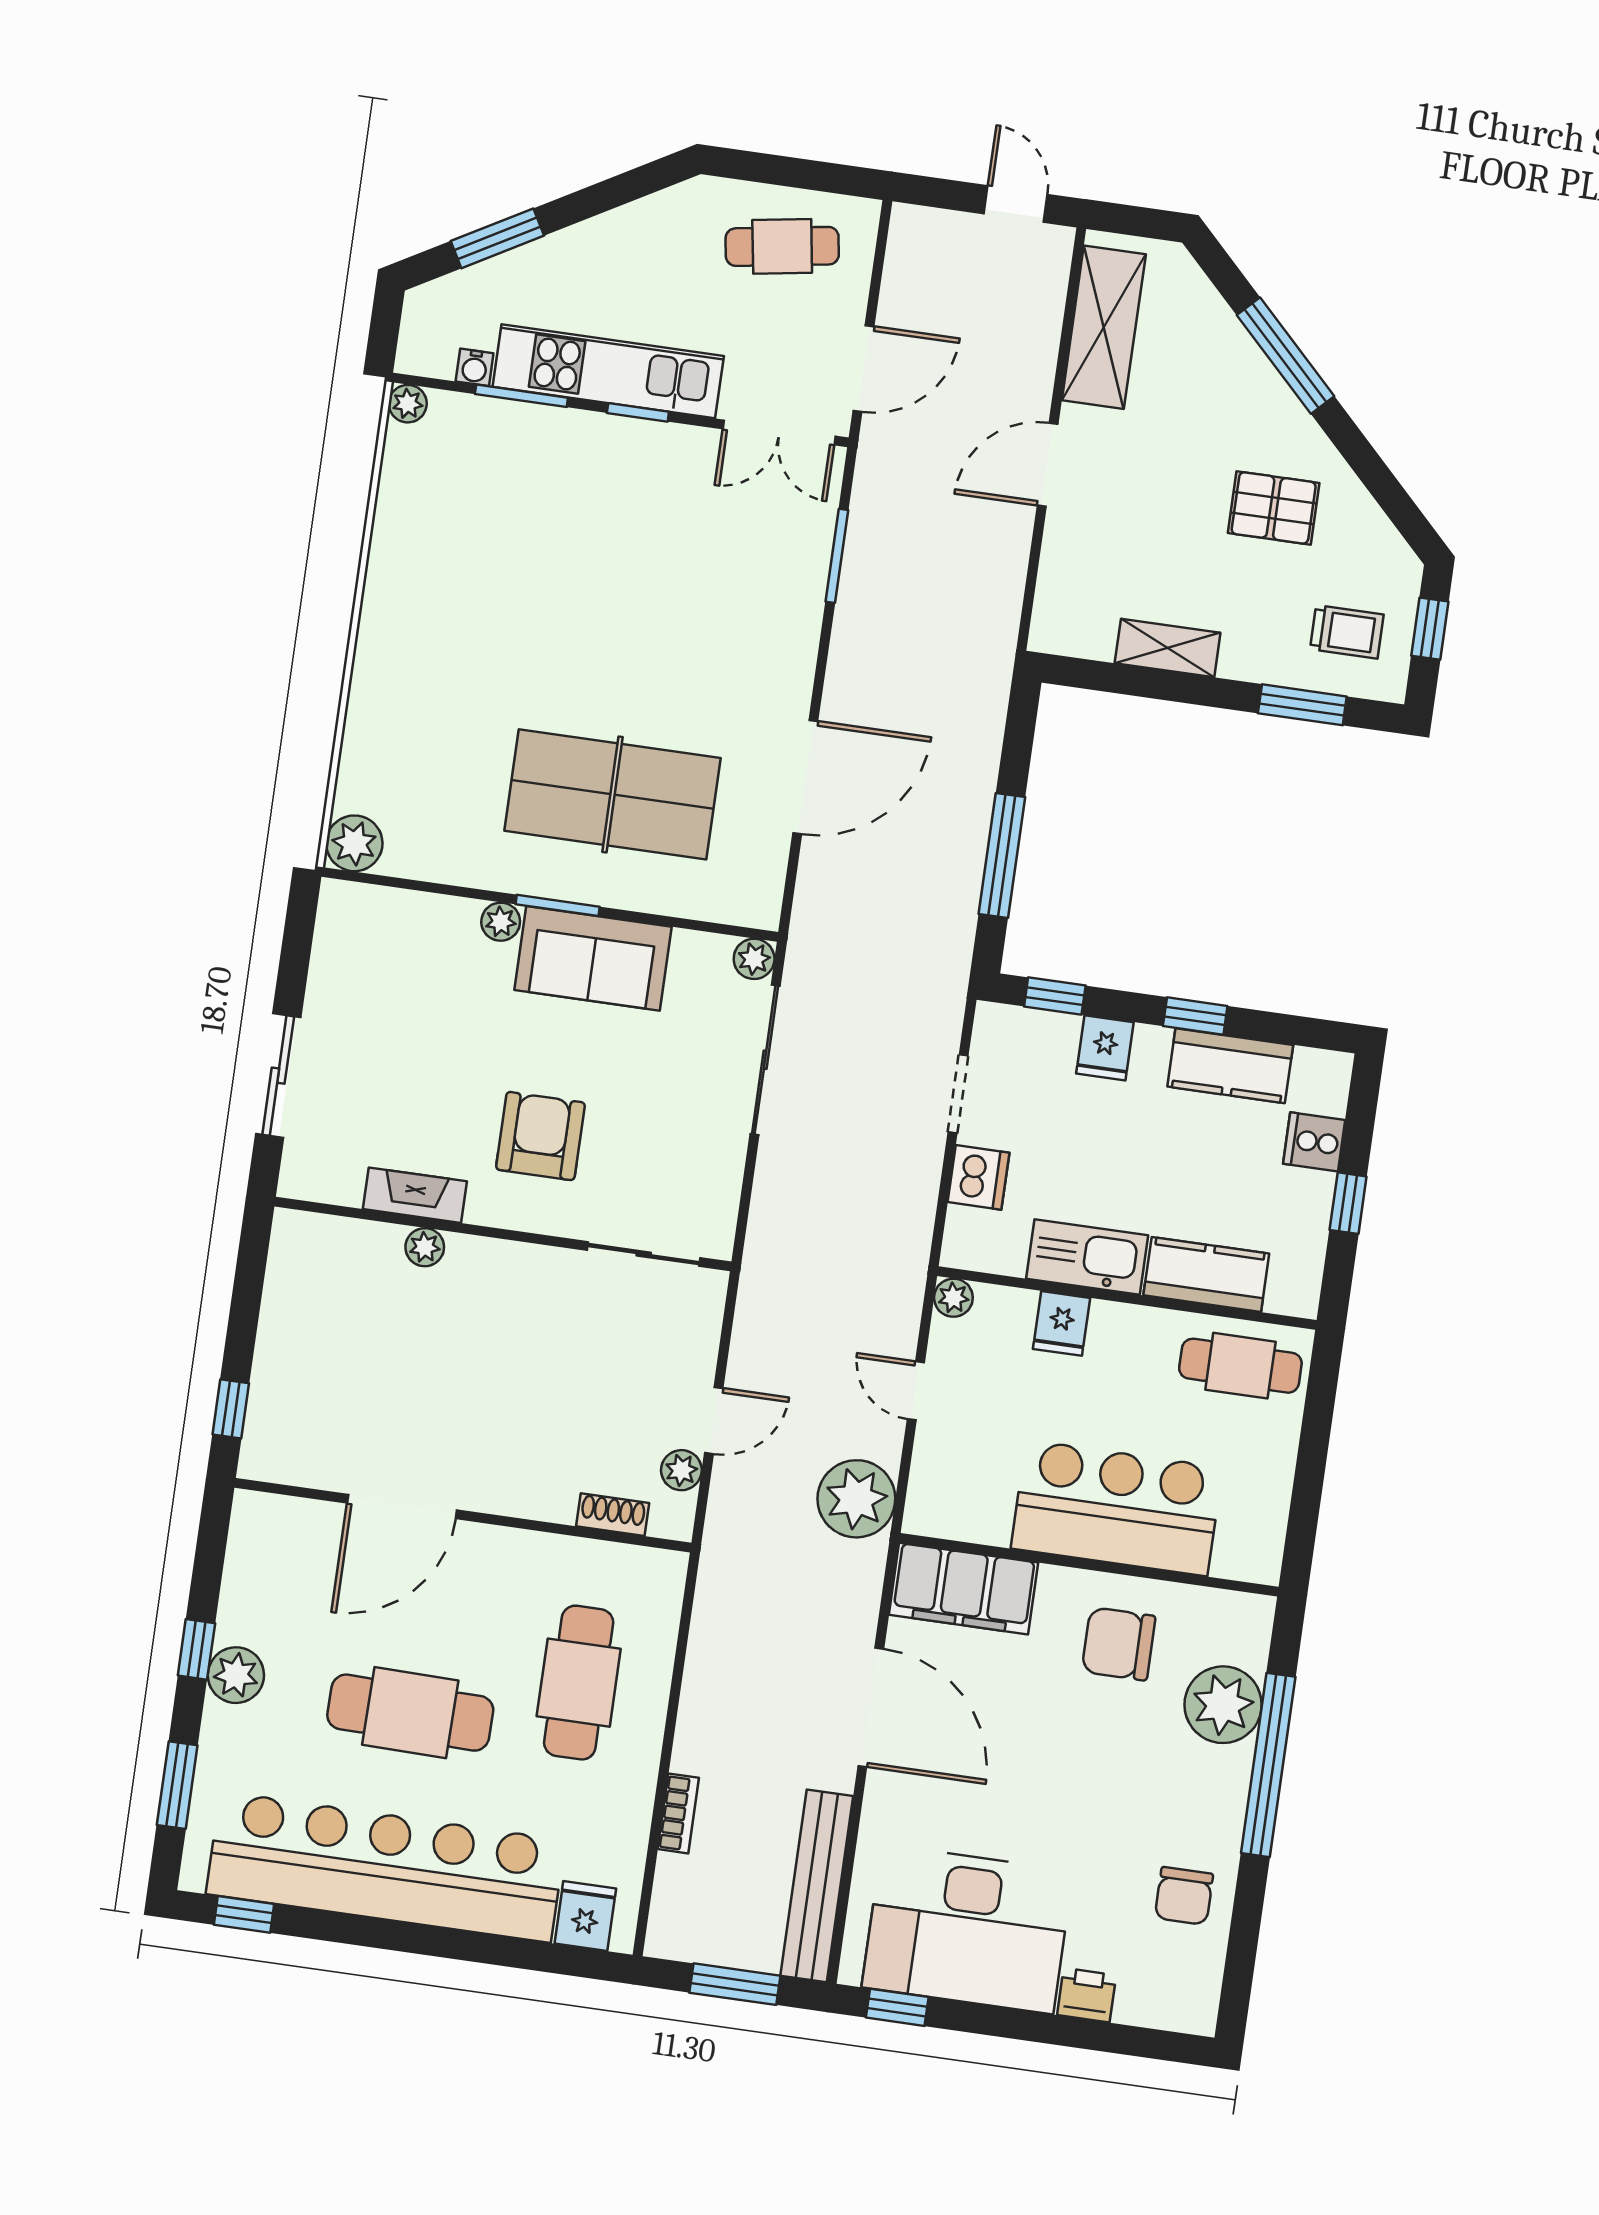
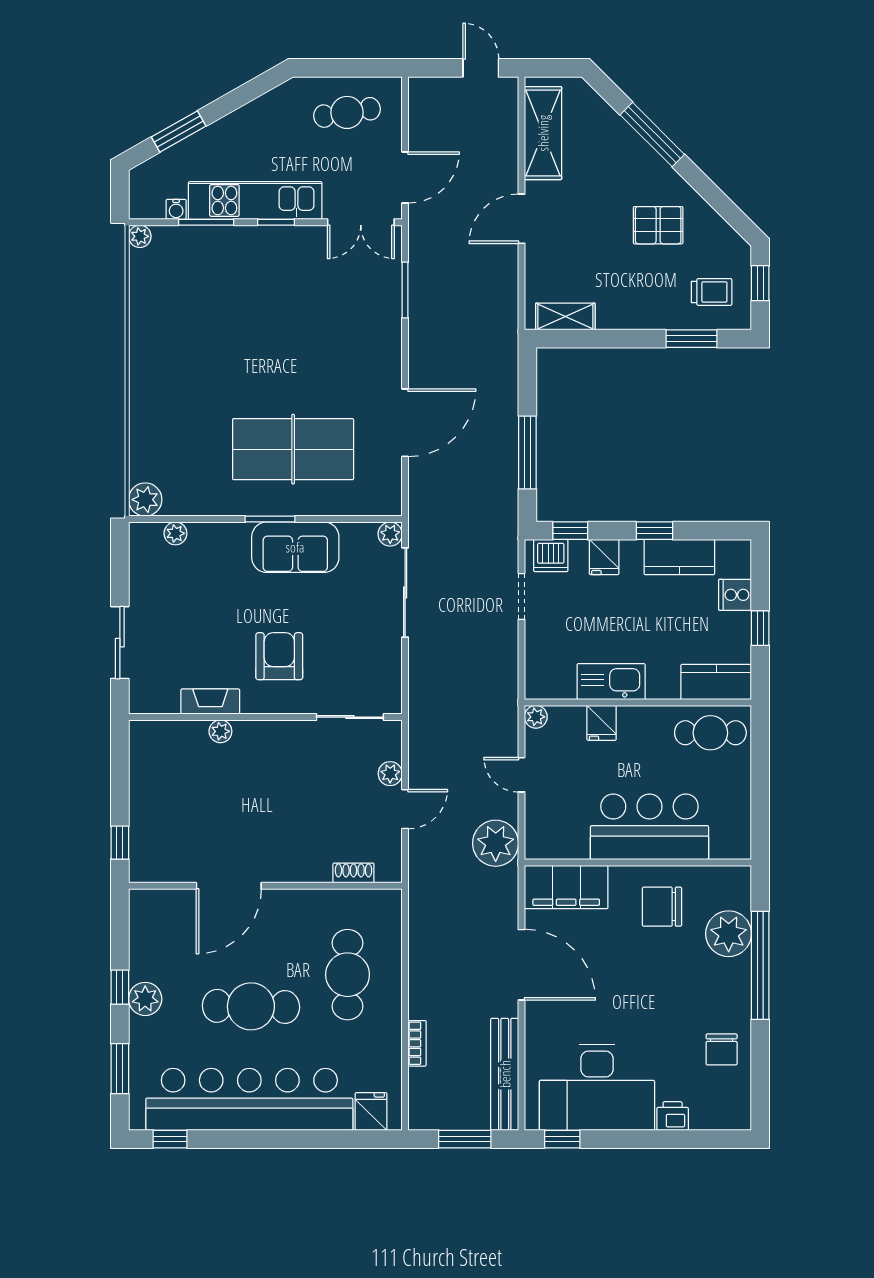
shelving: (1168, 648) -> (565, 316), moved
plant: (501, 922) -> (175, 533), moved
dishwasher: (978, 1177) -> (551, 556), moved, turned 90
kitchen counter: (1206, 1274) -> (716, 682), moved
plant: (681, 1470) -> (390, 774), moved

